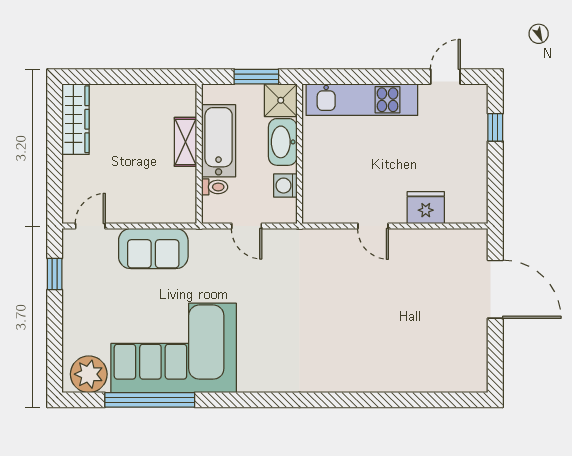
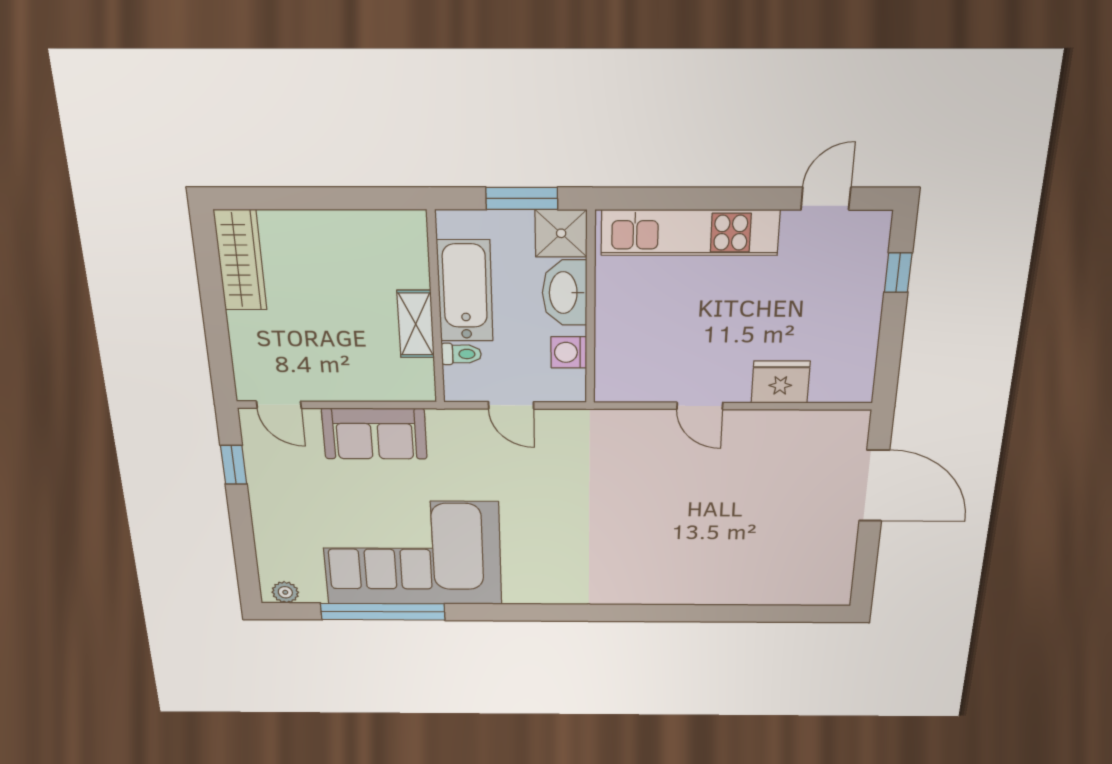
shelving: (186, 142) -> (416, 324), moved
door: (90, 226) -> (279, 405), swing flipped
plant: (89, 374) -> (285, 592), width x0.53, depth x0.53

